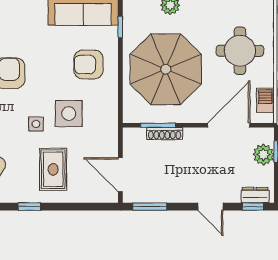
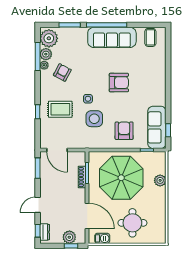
door: (120, 175) -> (57, 150), swing flipped
window: (29, 207) -> (38, 112), moved

